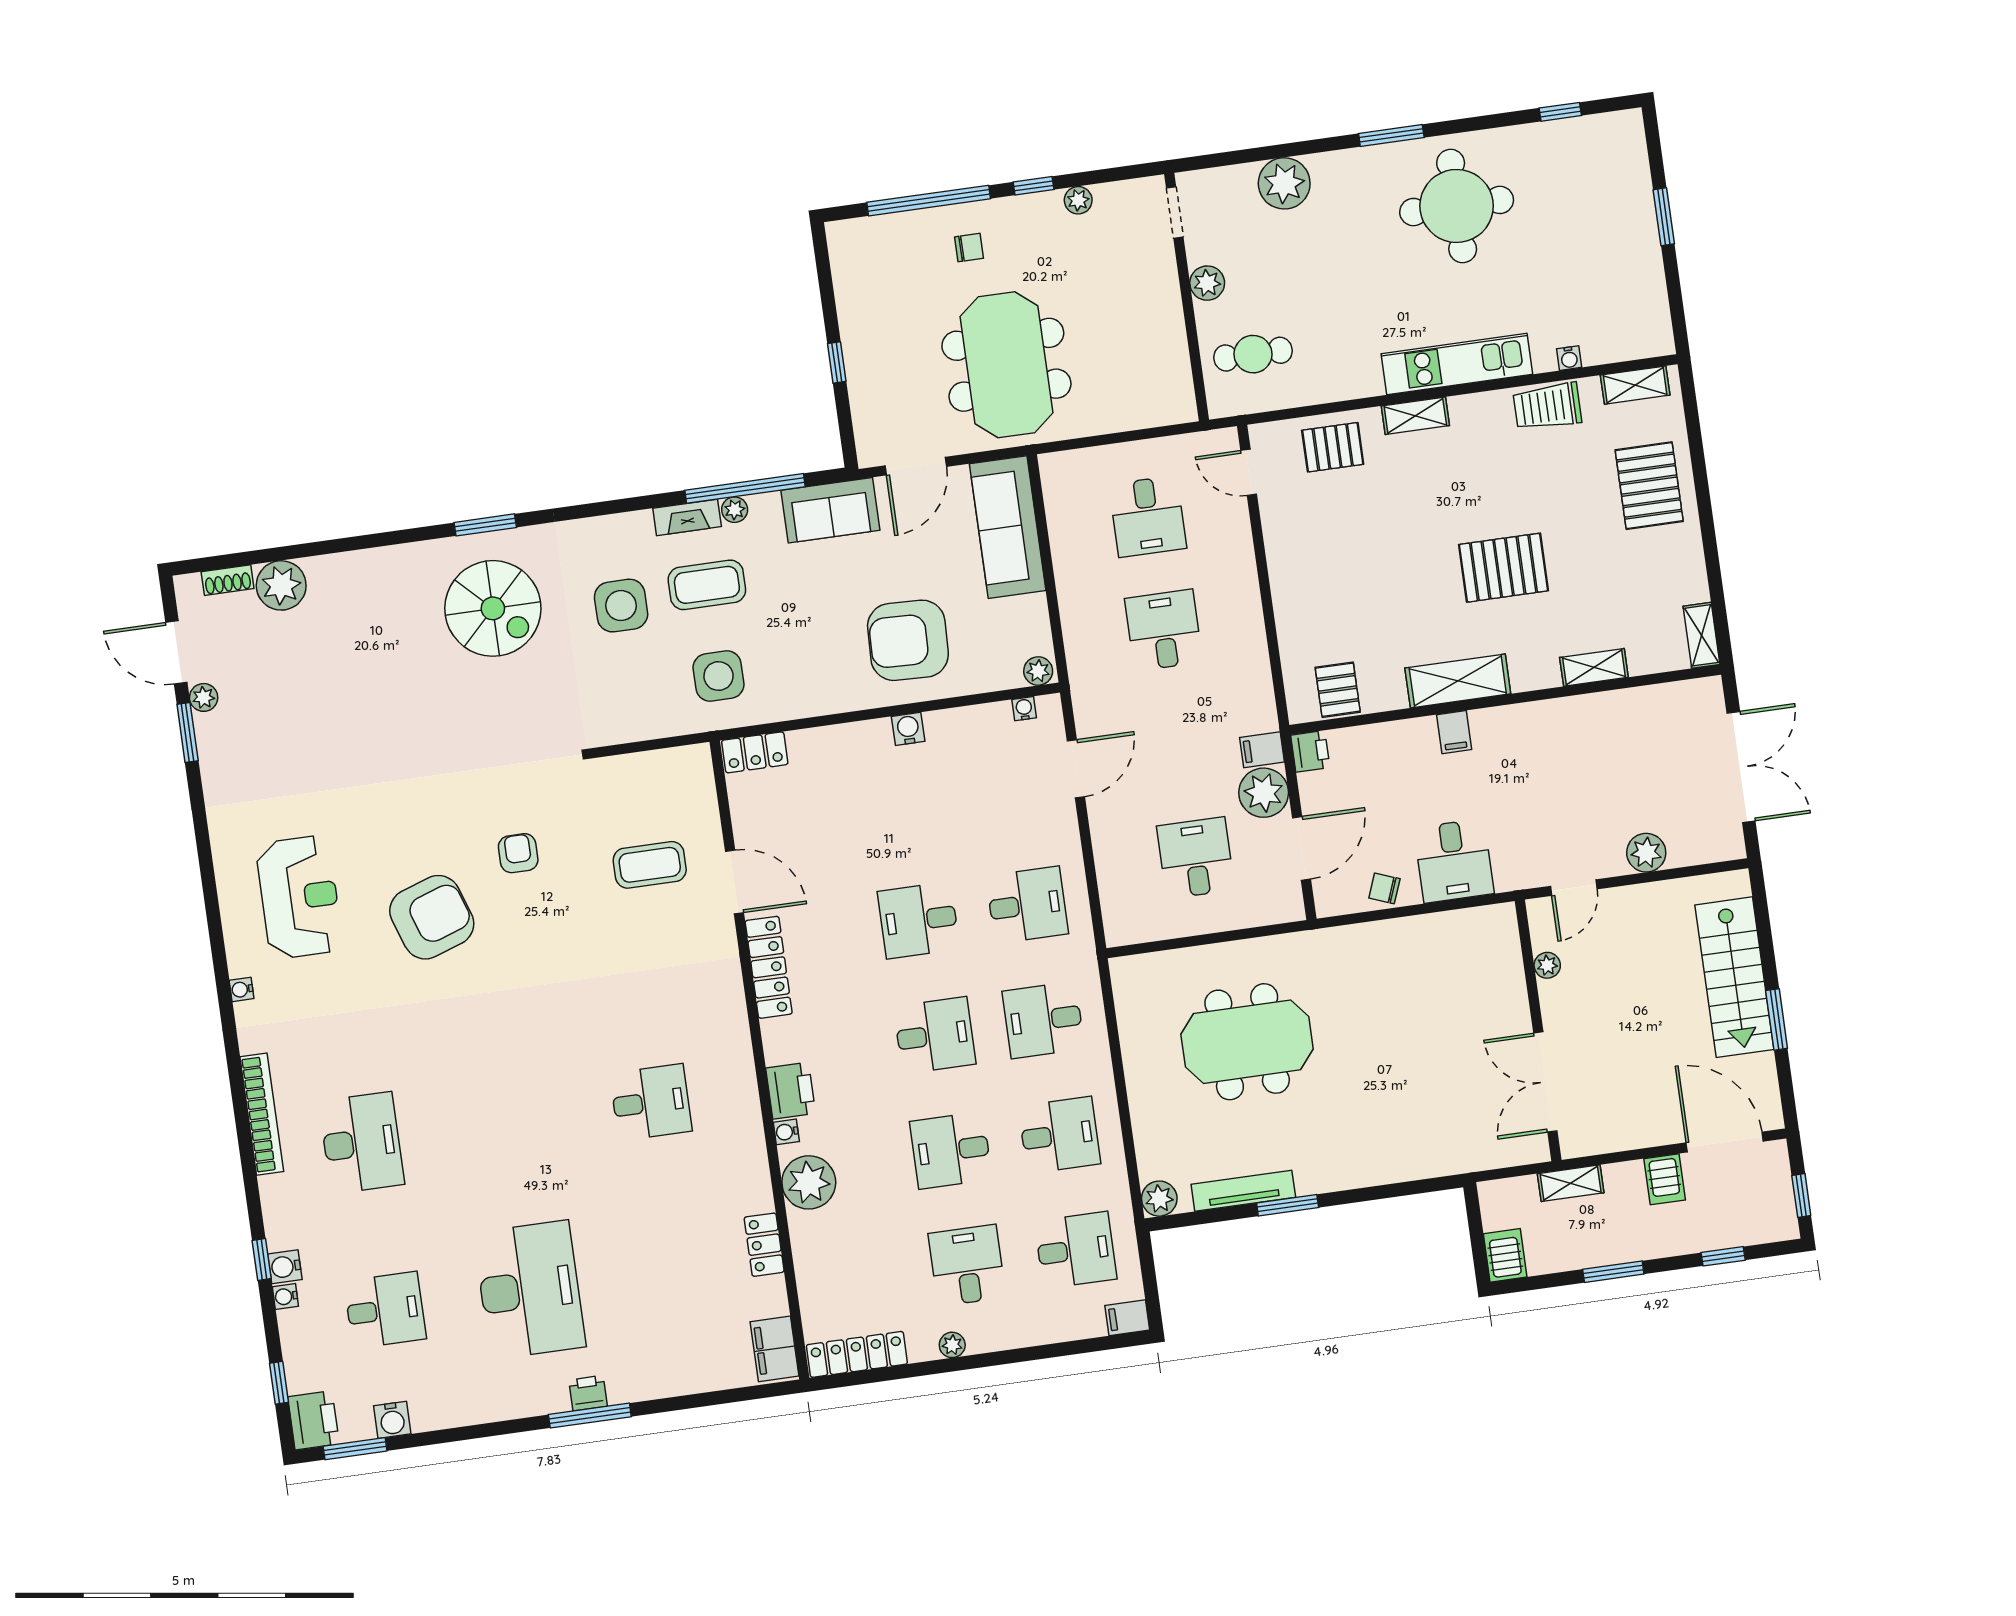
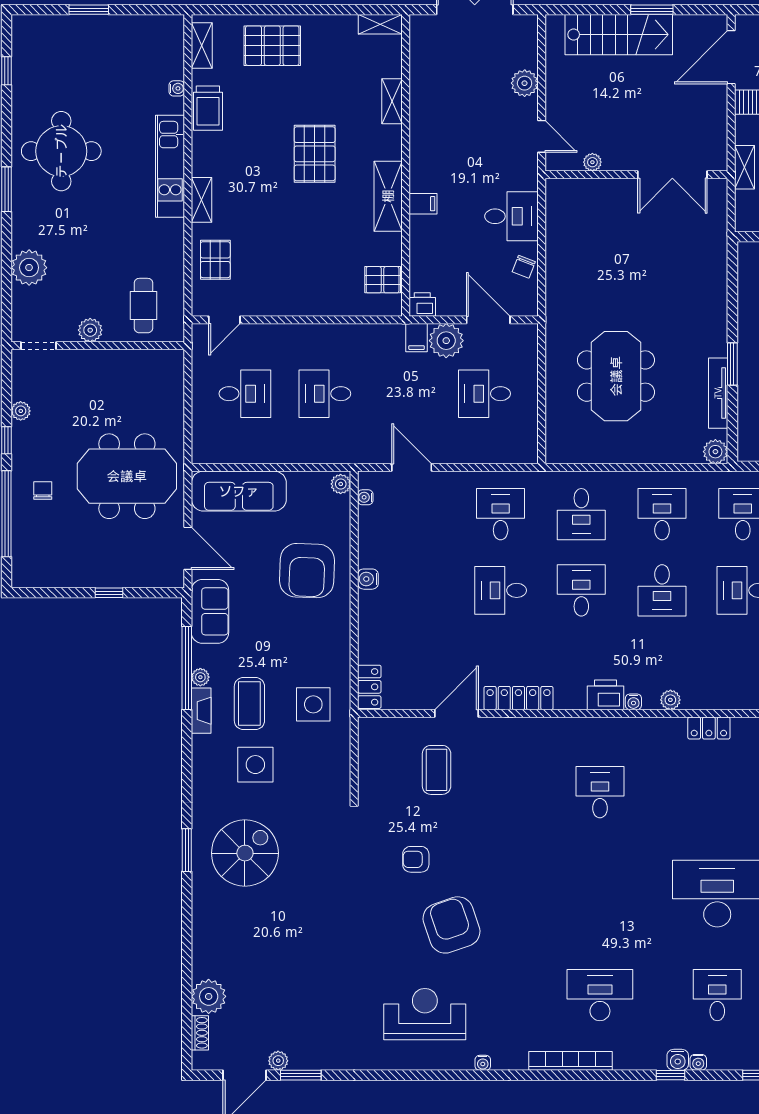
desk: (919, 920) -> (501, 590), turned 90
plant: (809, 1182) -> (670, 700), width x0.53, depth x0.53

